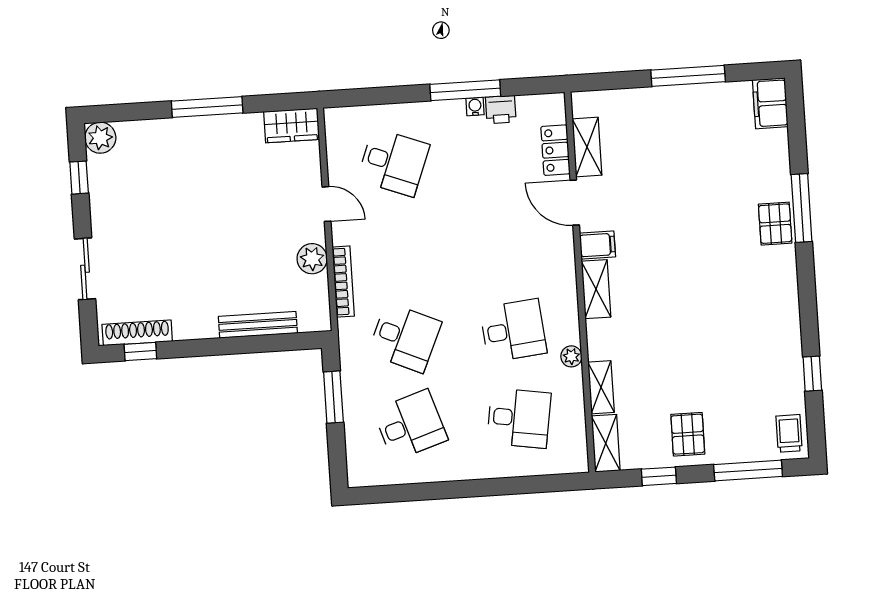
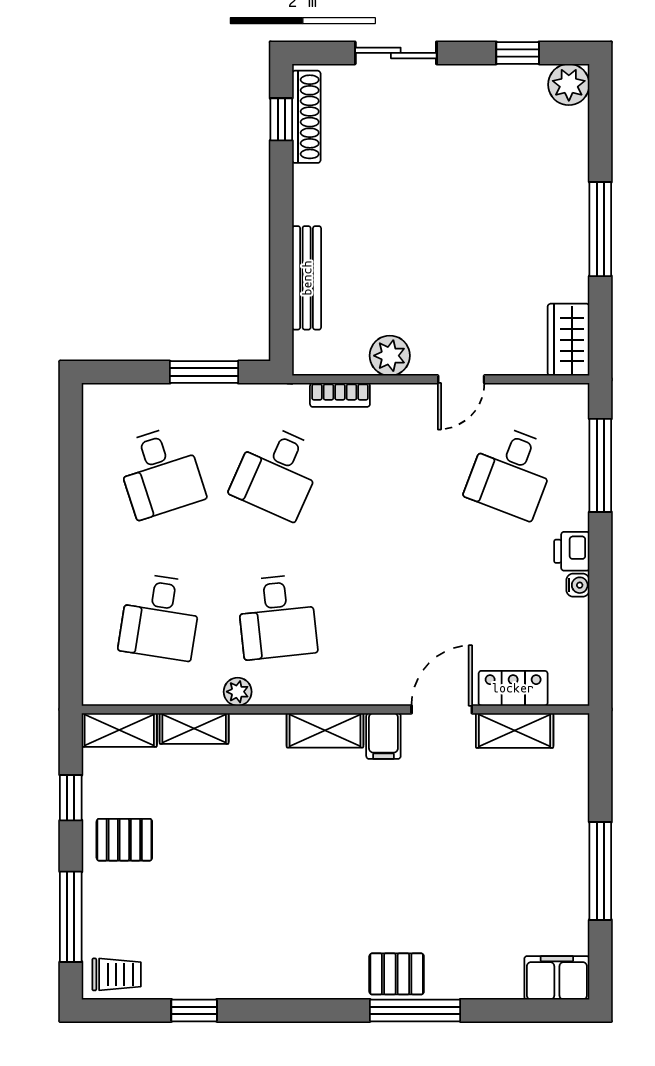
window: (465, 90) -> (600, 465), moved
printer: (501, 110) -> (572, 551), moved
bookcase: (343, 282) -> (340, 395), width x0.64

